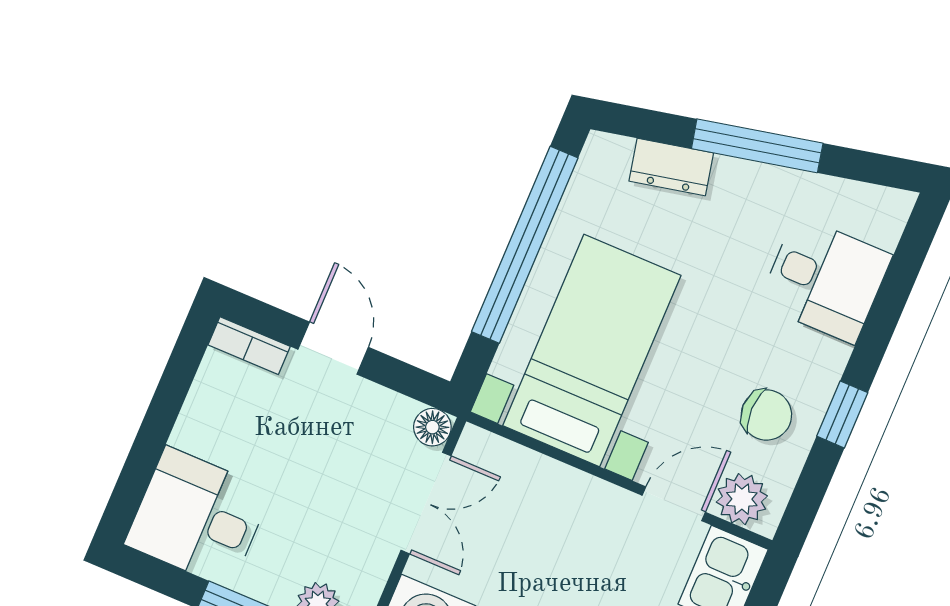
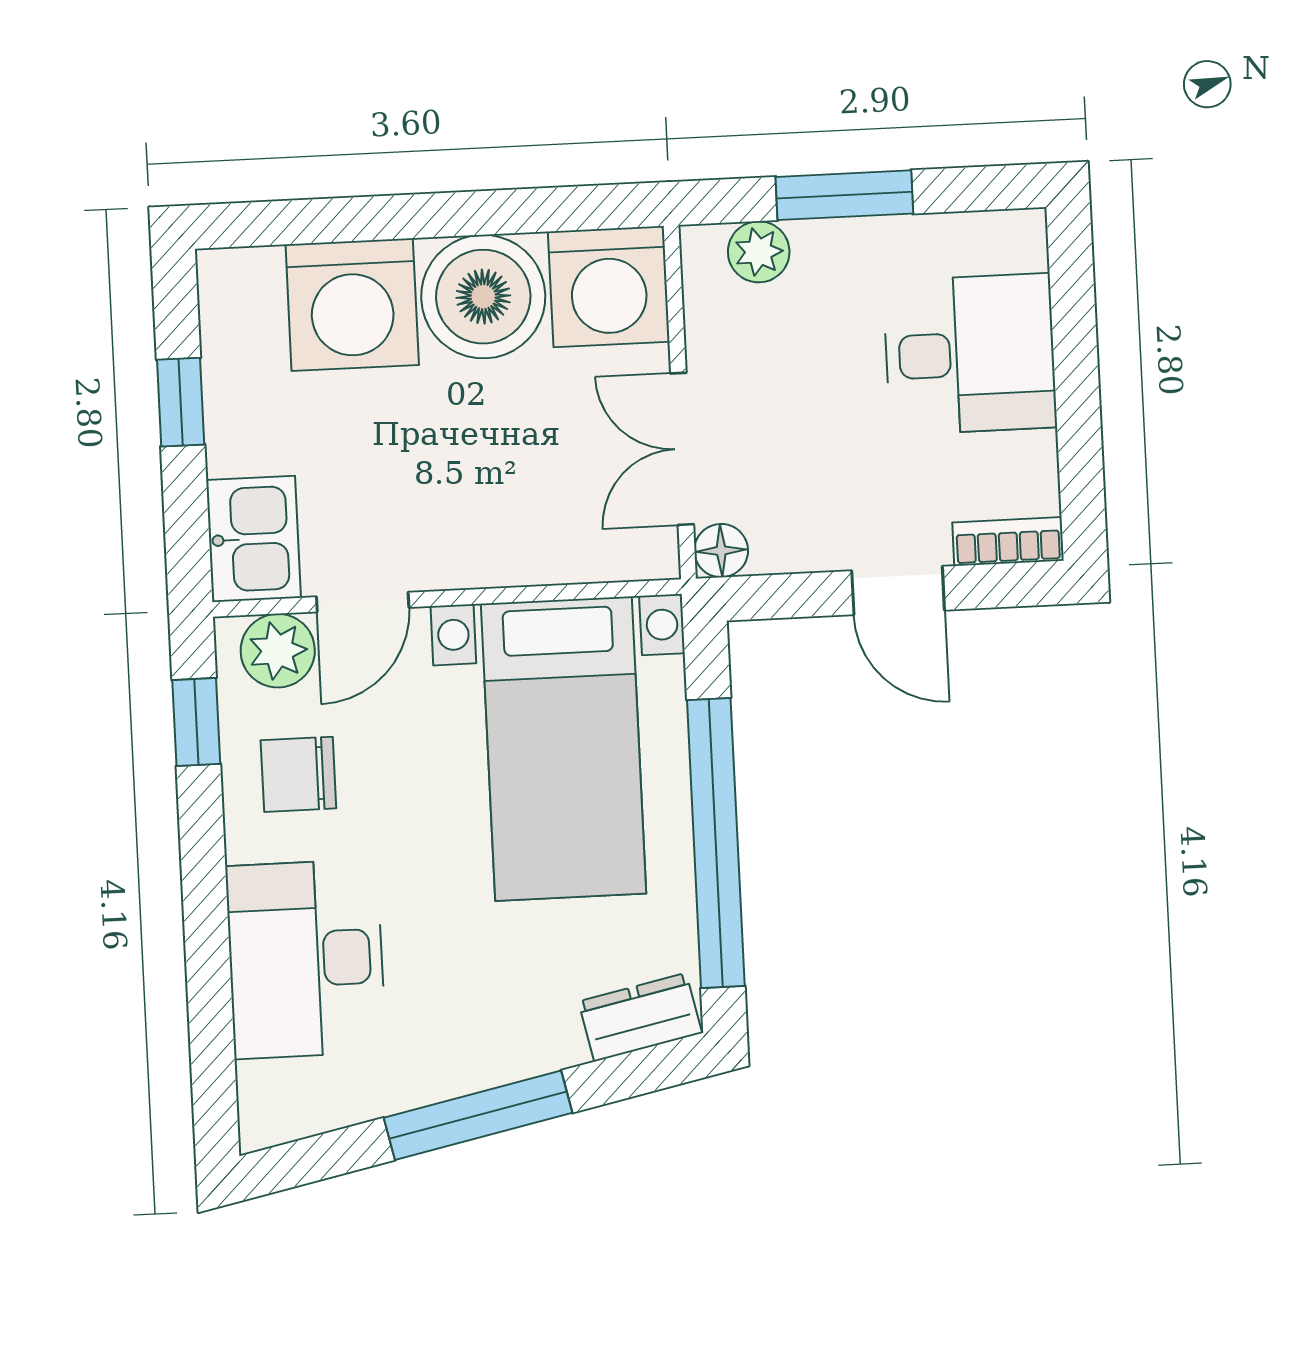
dresser: (671, 167) -> (640, 1017), moved
desk: (825, 280) -> (306, 959), width x1.37
window: (842, 414) -> (196, 722), moved
desk: (198, 517) -> (970, 354), moved

